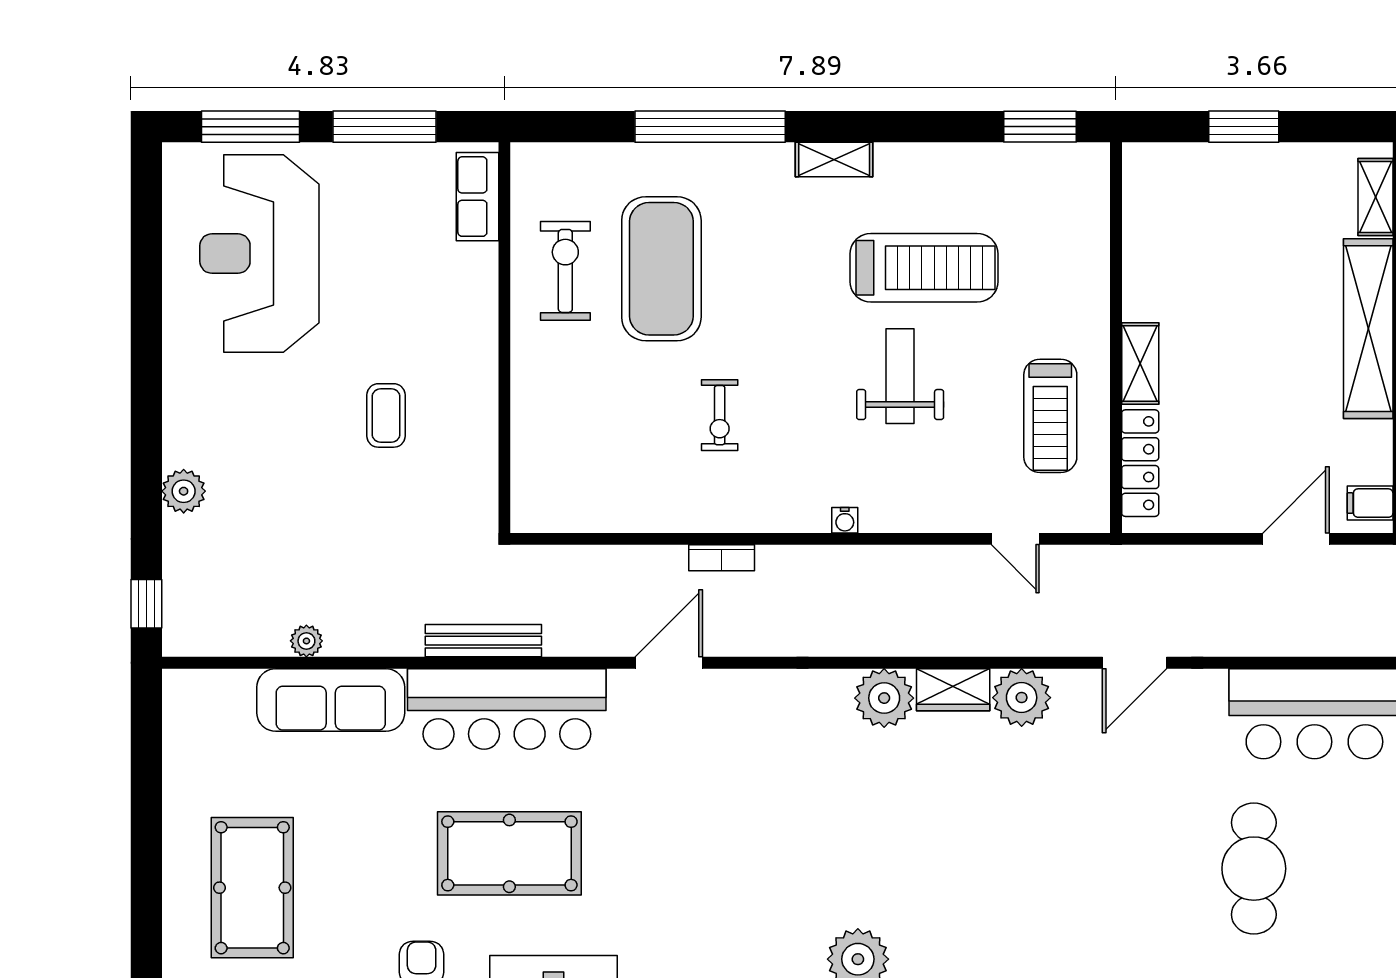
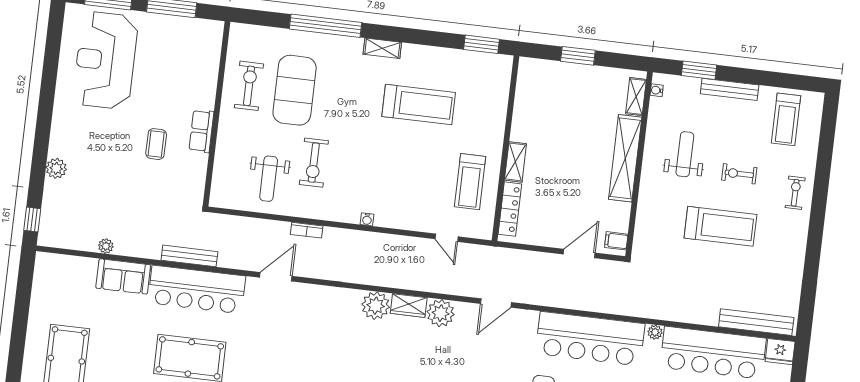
row of seats: (477, 197) -> (201, 131), moved
weight bench: (900, 376) -> (269, 179), moved, turned 180
exercise bike: (720, 415) -> (314, 163), width x1.38, depth x1.39
sofa: (331, 700) -> (123, 276), width x0.73

